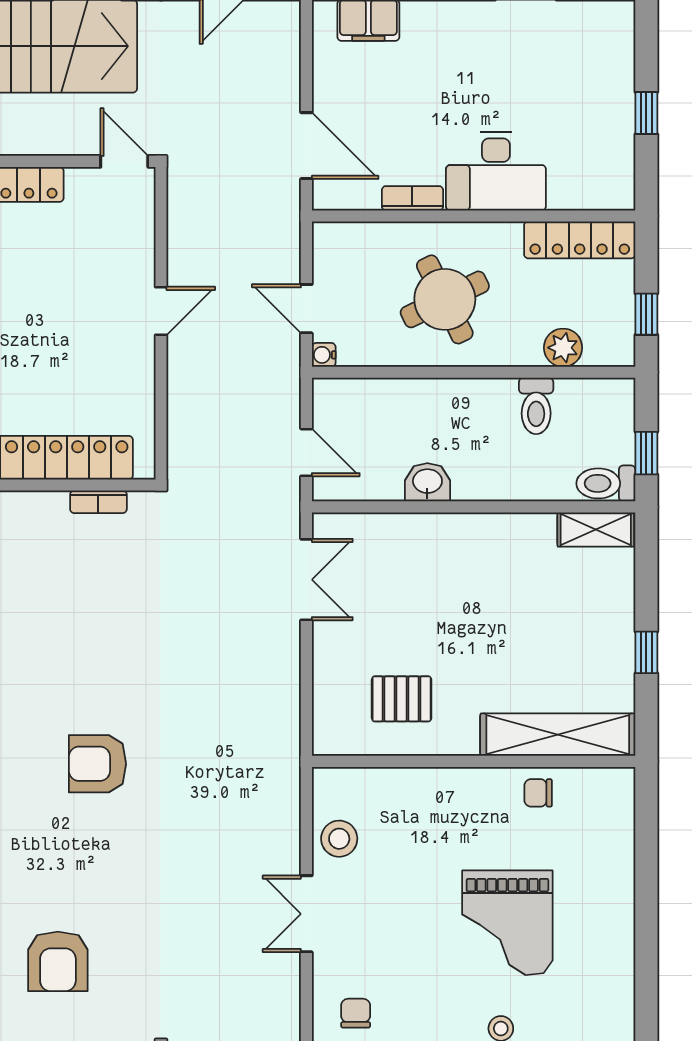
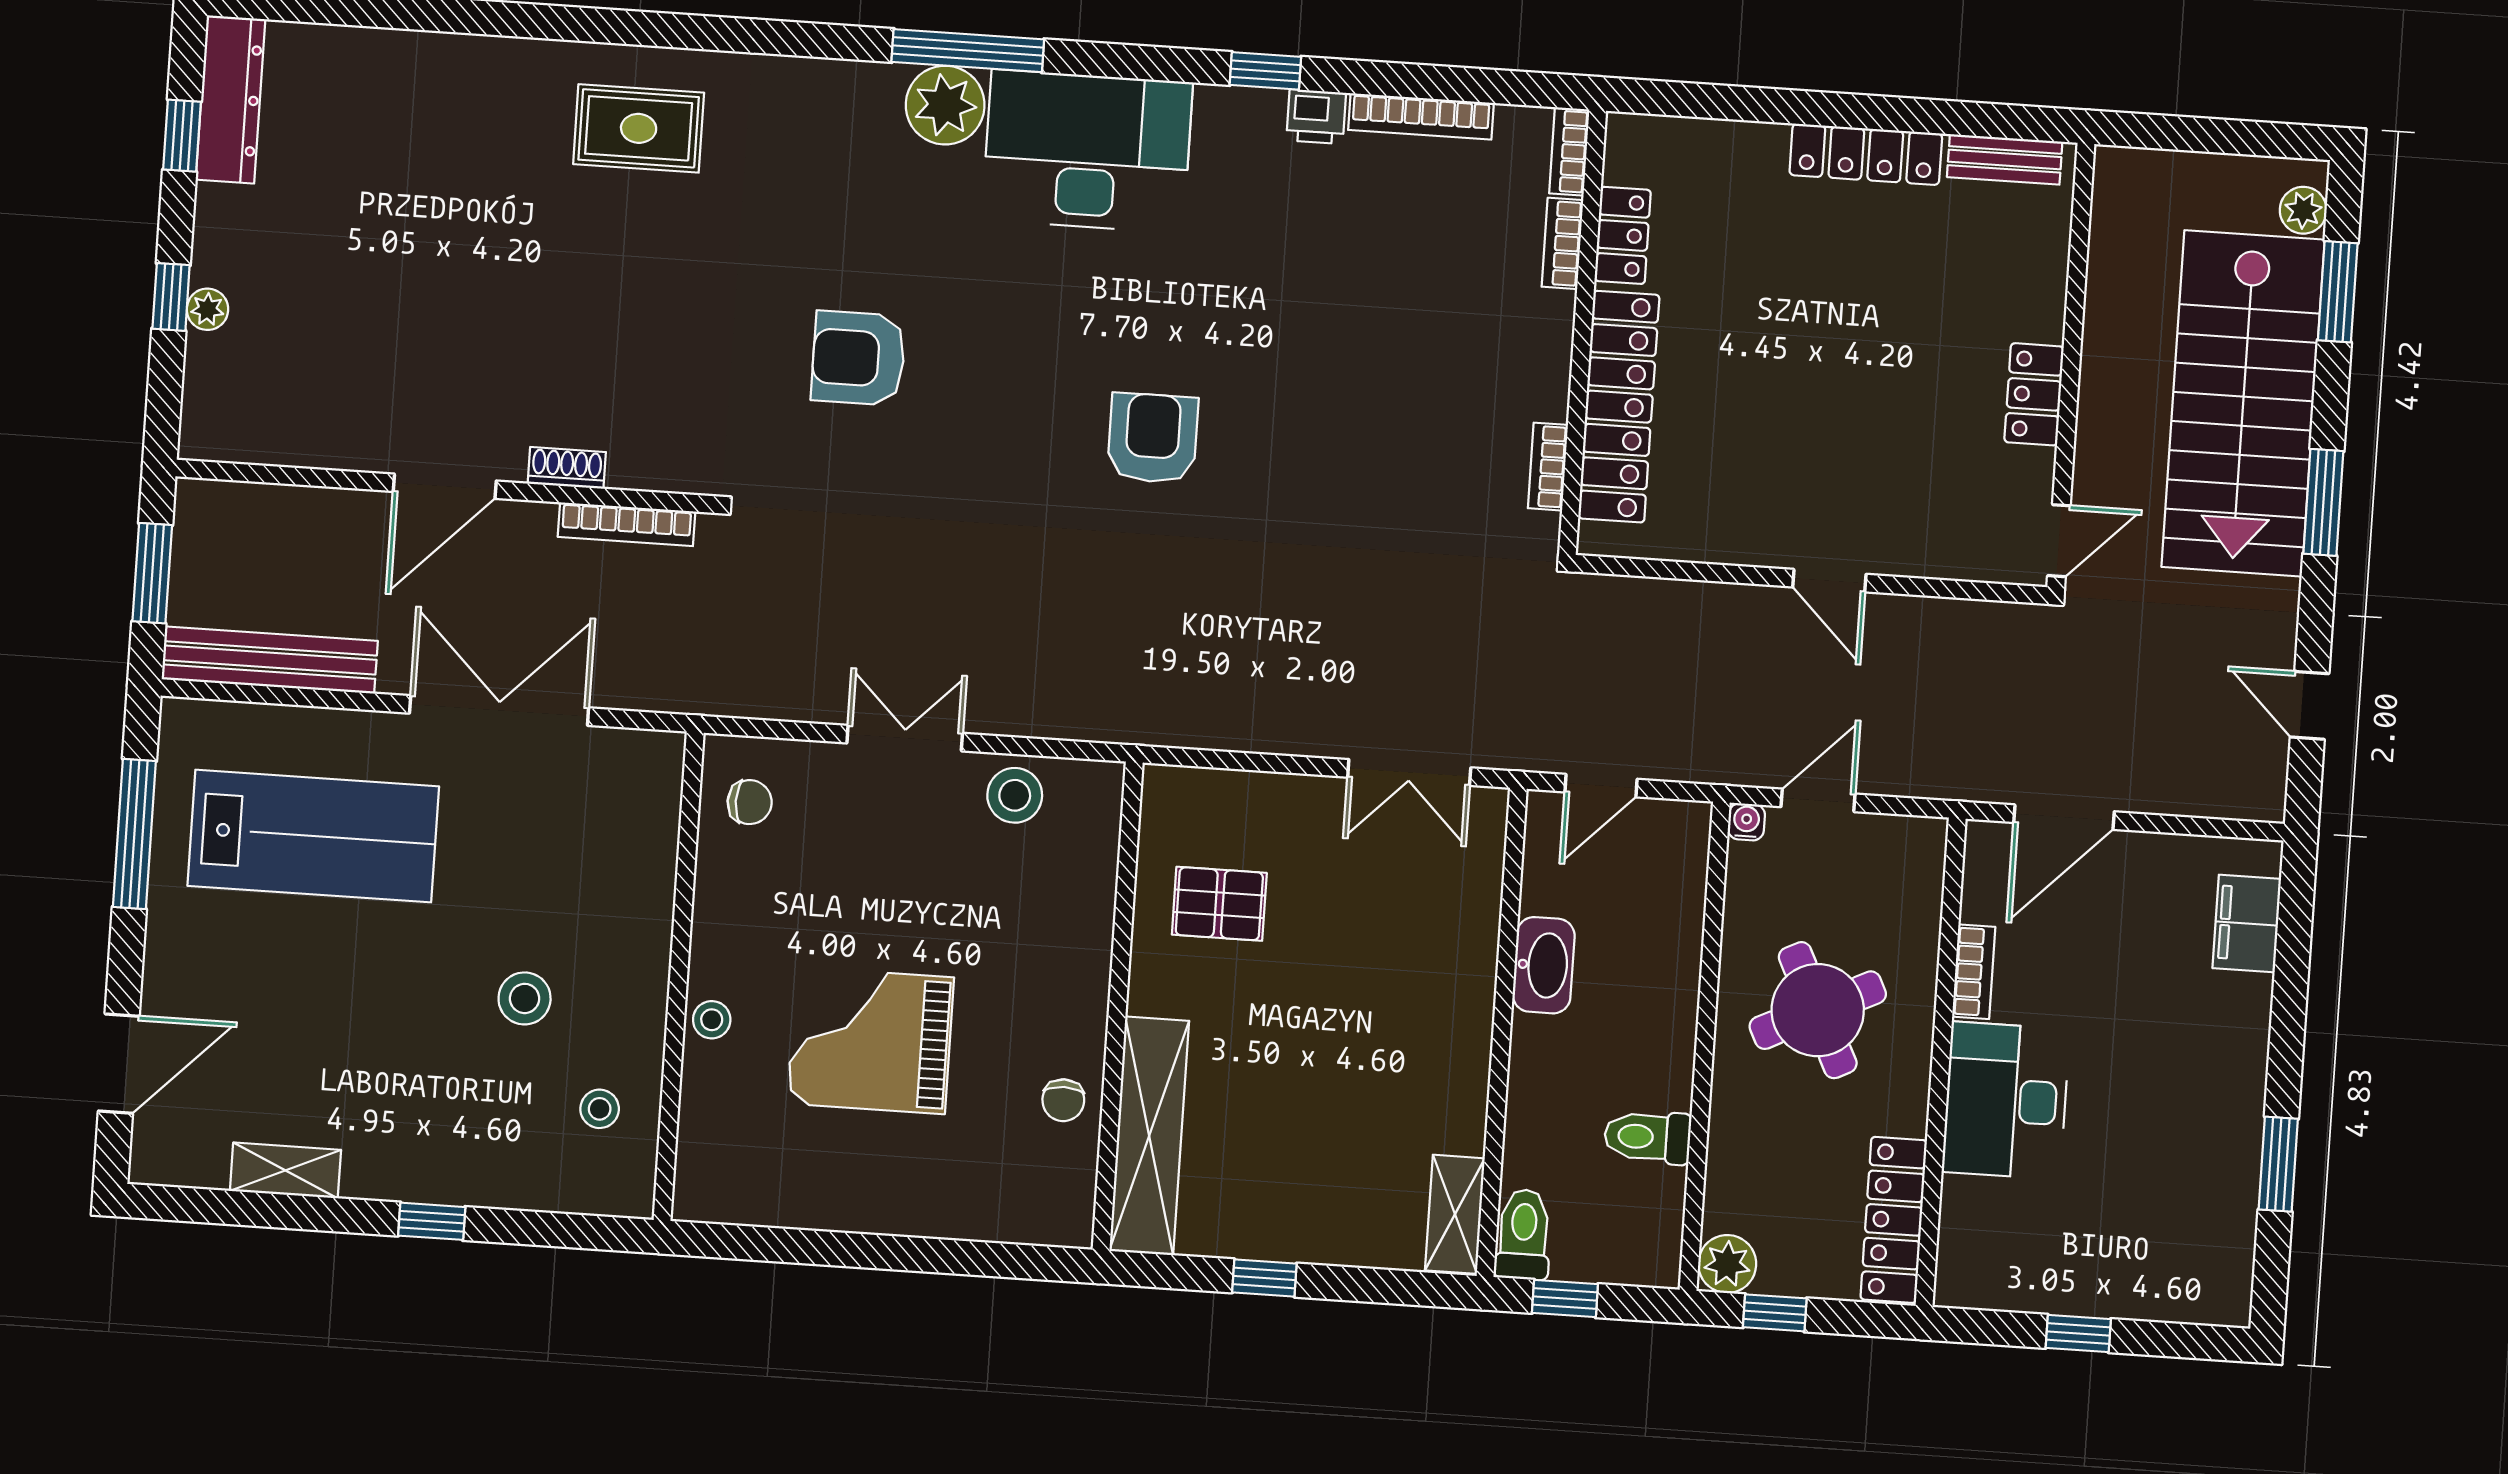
plant: (563, 348) -> (1727, 1264), moved
washbasin: (427, 482) -> (1544, 965), width x1.38
pallet: (402, 699) -> (1219, 904), turned 90
chair: (538, 793) -> (1063, 1100), turned 180

